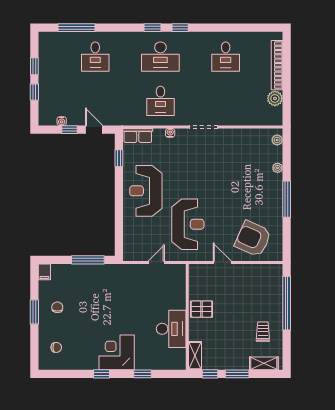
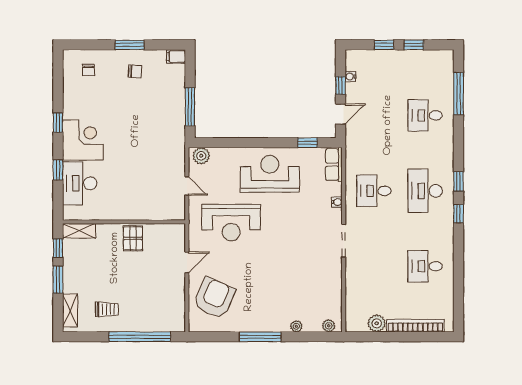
plant: (130, 250) -> (201, 156), added
desk: (171, 329) -> (80, 183), moved, turned 90

